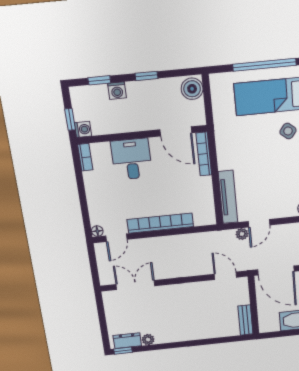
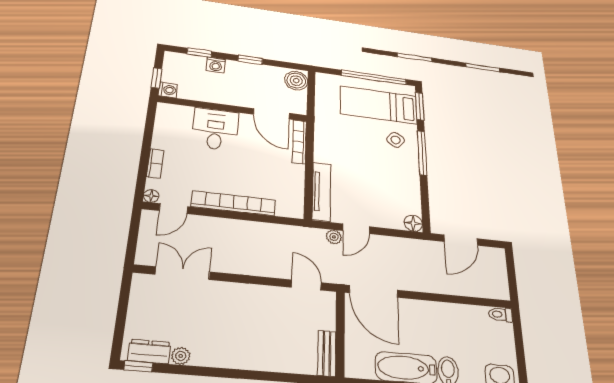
bookcase: (85, 157) -> (155, 163), moved

